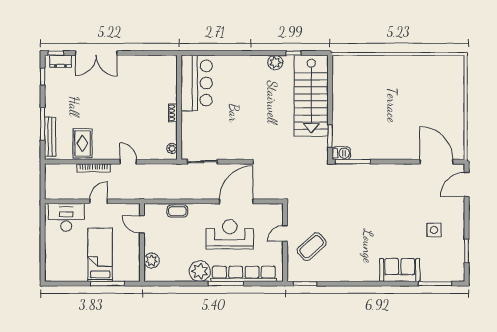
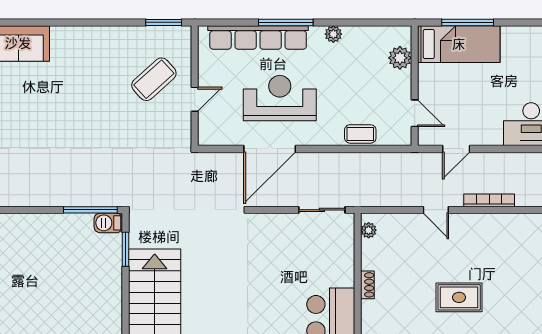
rug: (83, 143) -> (459, 297), moved, turned 90
door: (99, 201) -> (456, 149), moved
reception desk: (230, 234) -> (280, 98), turned 180
bed: (100, 255) -> (459, 44), moved, turned -90
plant: (200, 271) -> (333, 34), width x0.53, depth x0.53

